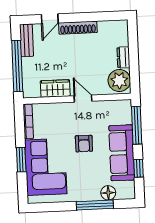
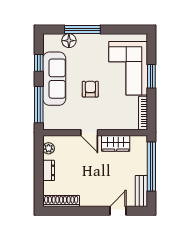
shoe rack: (78, 28) -> (61, 201), moved
plant: (119, 81) -> (49, 148), width x0.53, depth x0.53

